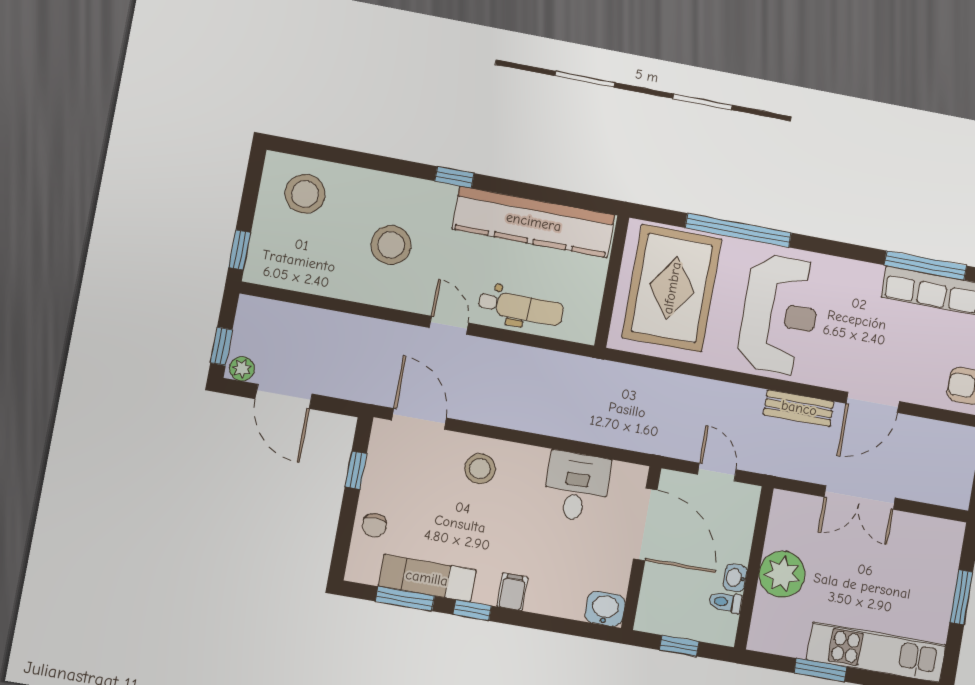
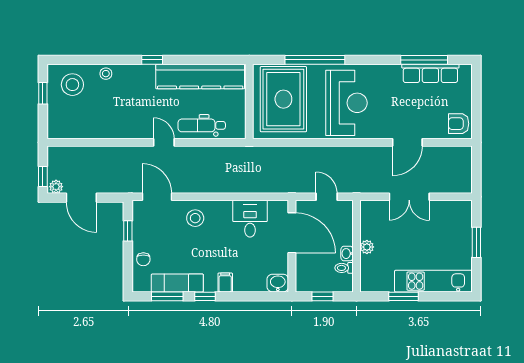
stool: (391, 245) -> (106, 74), moved, width x0.53, depth x0.53
window: (240, 250) -> (43, 93), moved
dental chair: (521, 308) -> (202, 125), turned 180
bench: (799, 408) -> (366, 153), removed
plant: (782, 574) -> (367, 247), width x0.53, depth x0.53

